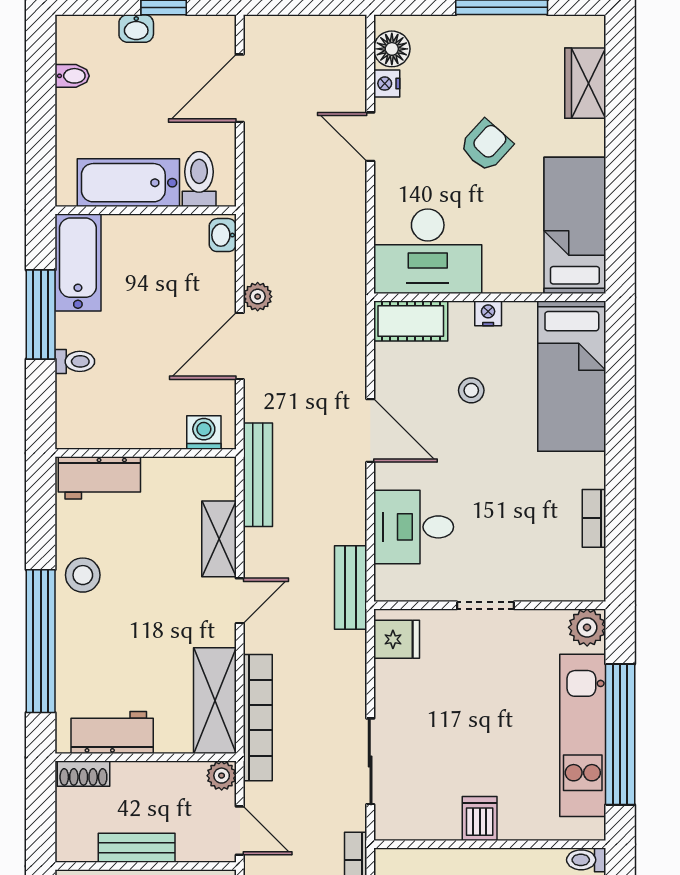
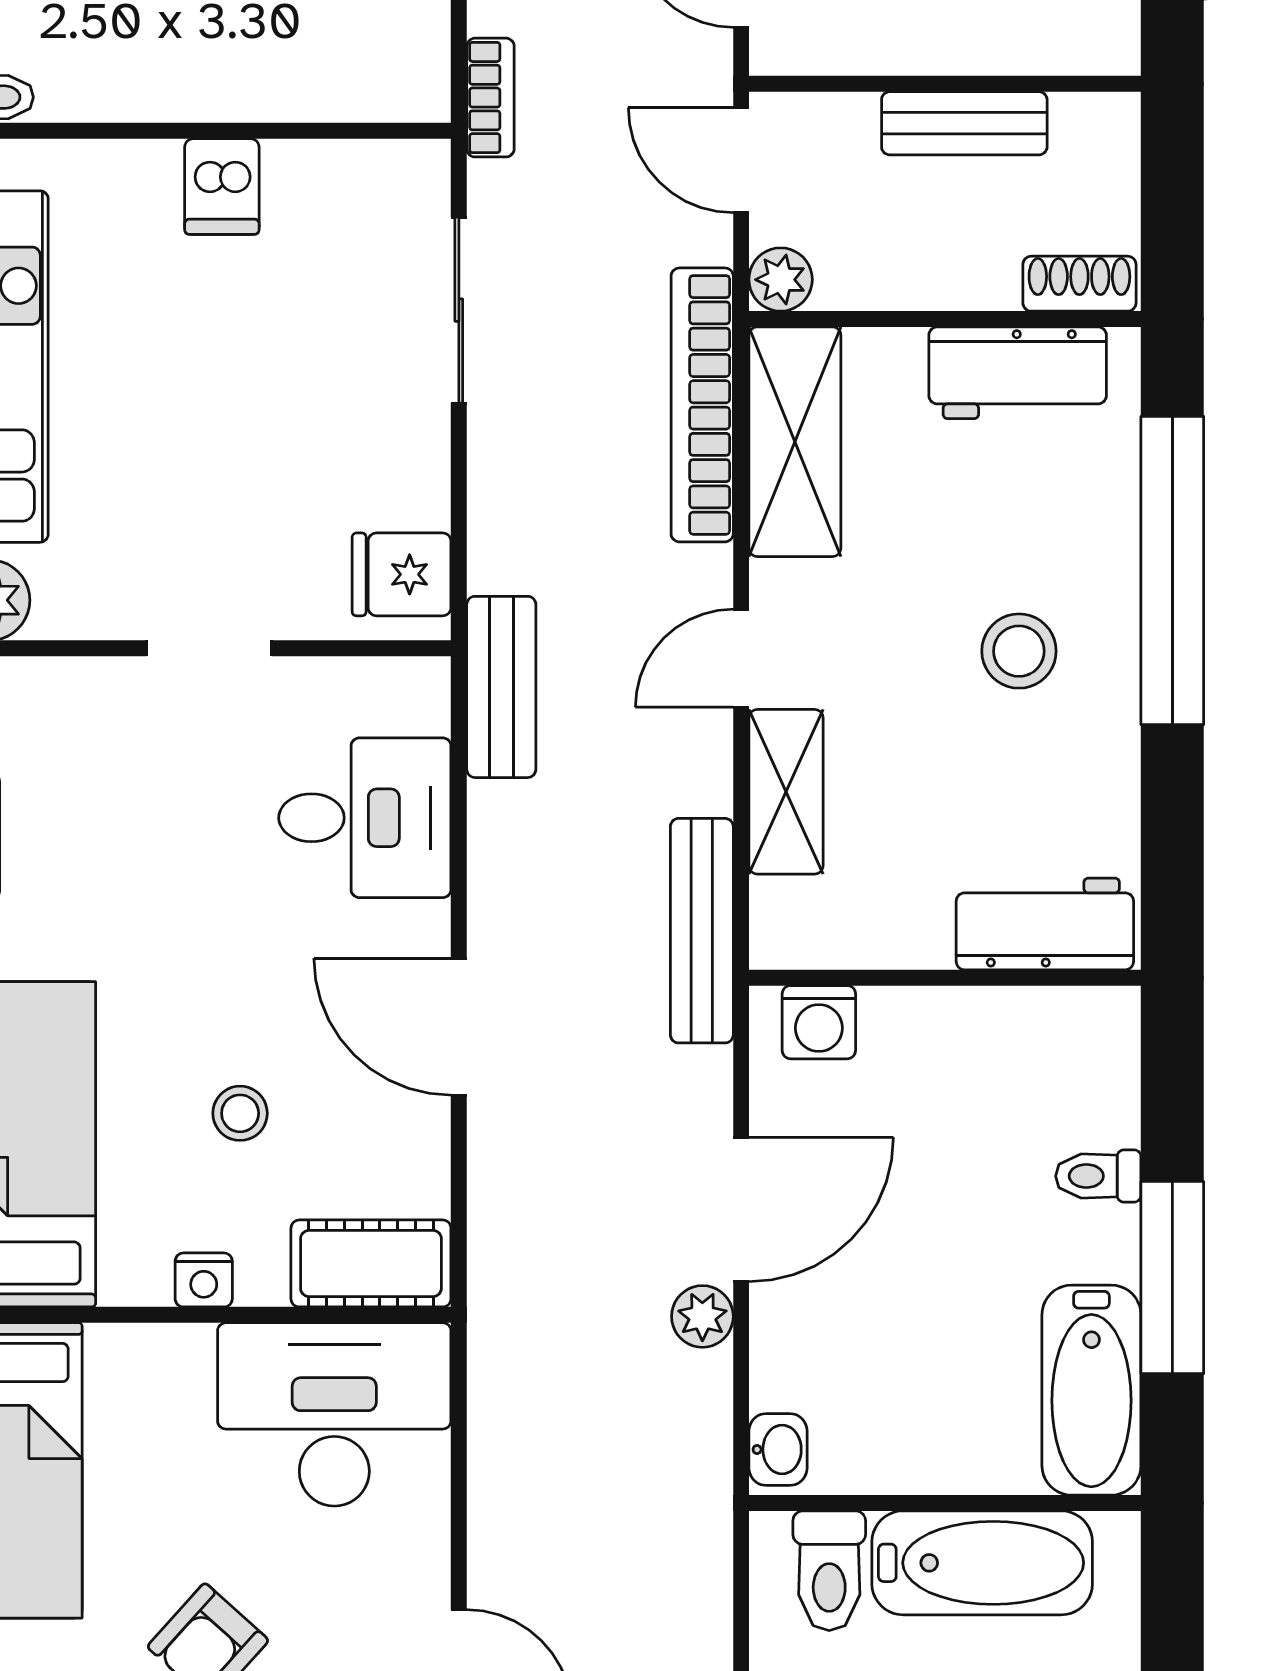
stool: (83, 575) -> (1019, 651), moved

